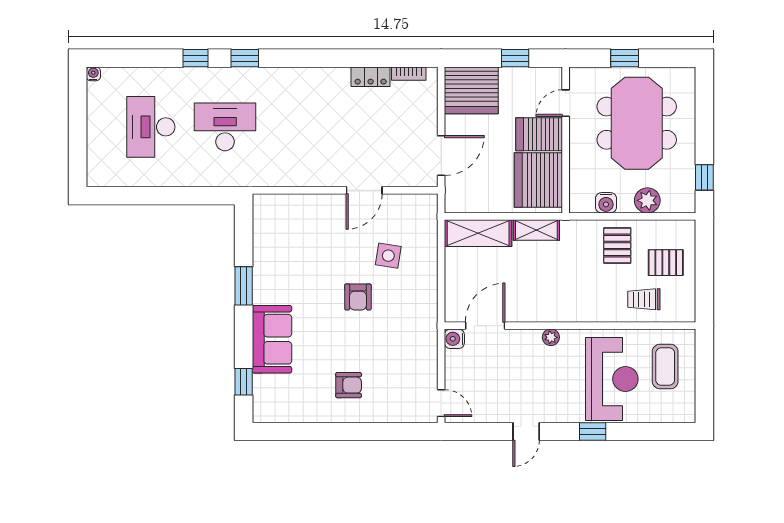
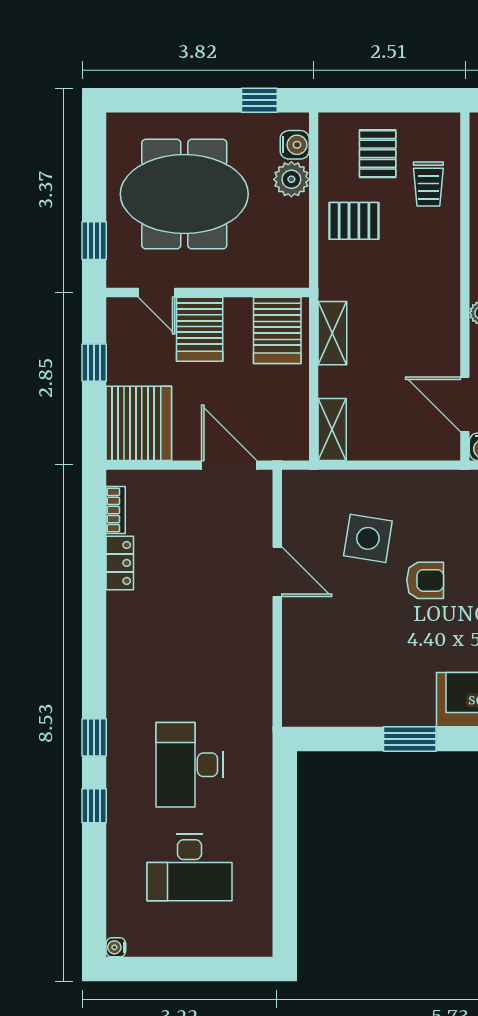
window: (625, 58) -> (94, 241), moved
server rack: (538, 180) -> (277, 330), width x0.62
water cooler: (606, 203) -> (295, 145), moved
shelving: (478, 233) -> (332, 429), width x0.67, depth x0.75
side table: (388, 256) -> (368, 538), width x1.37, depth x1.37

